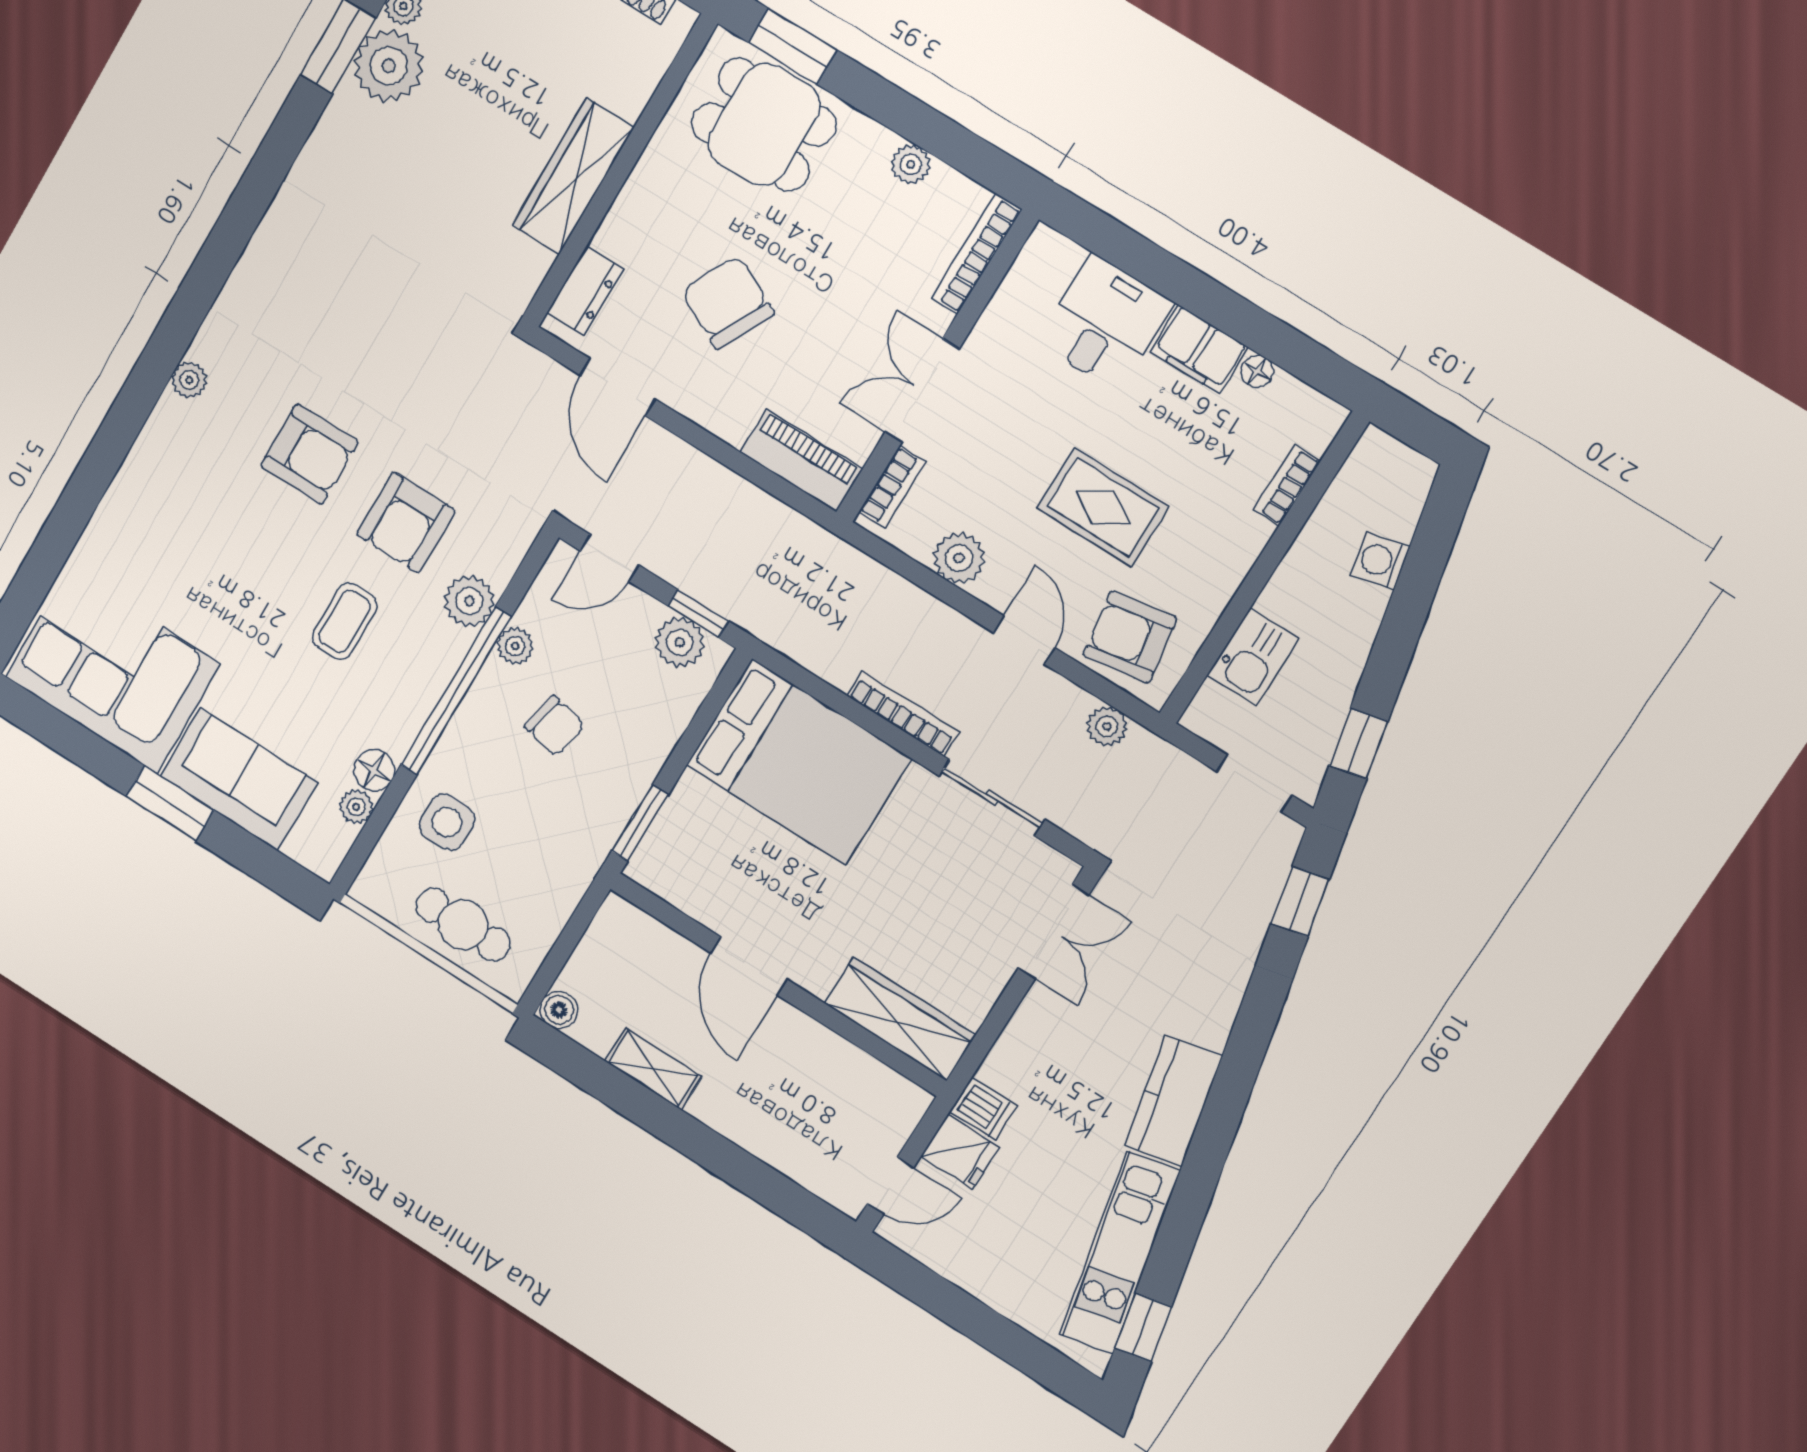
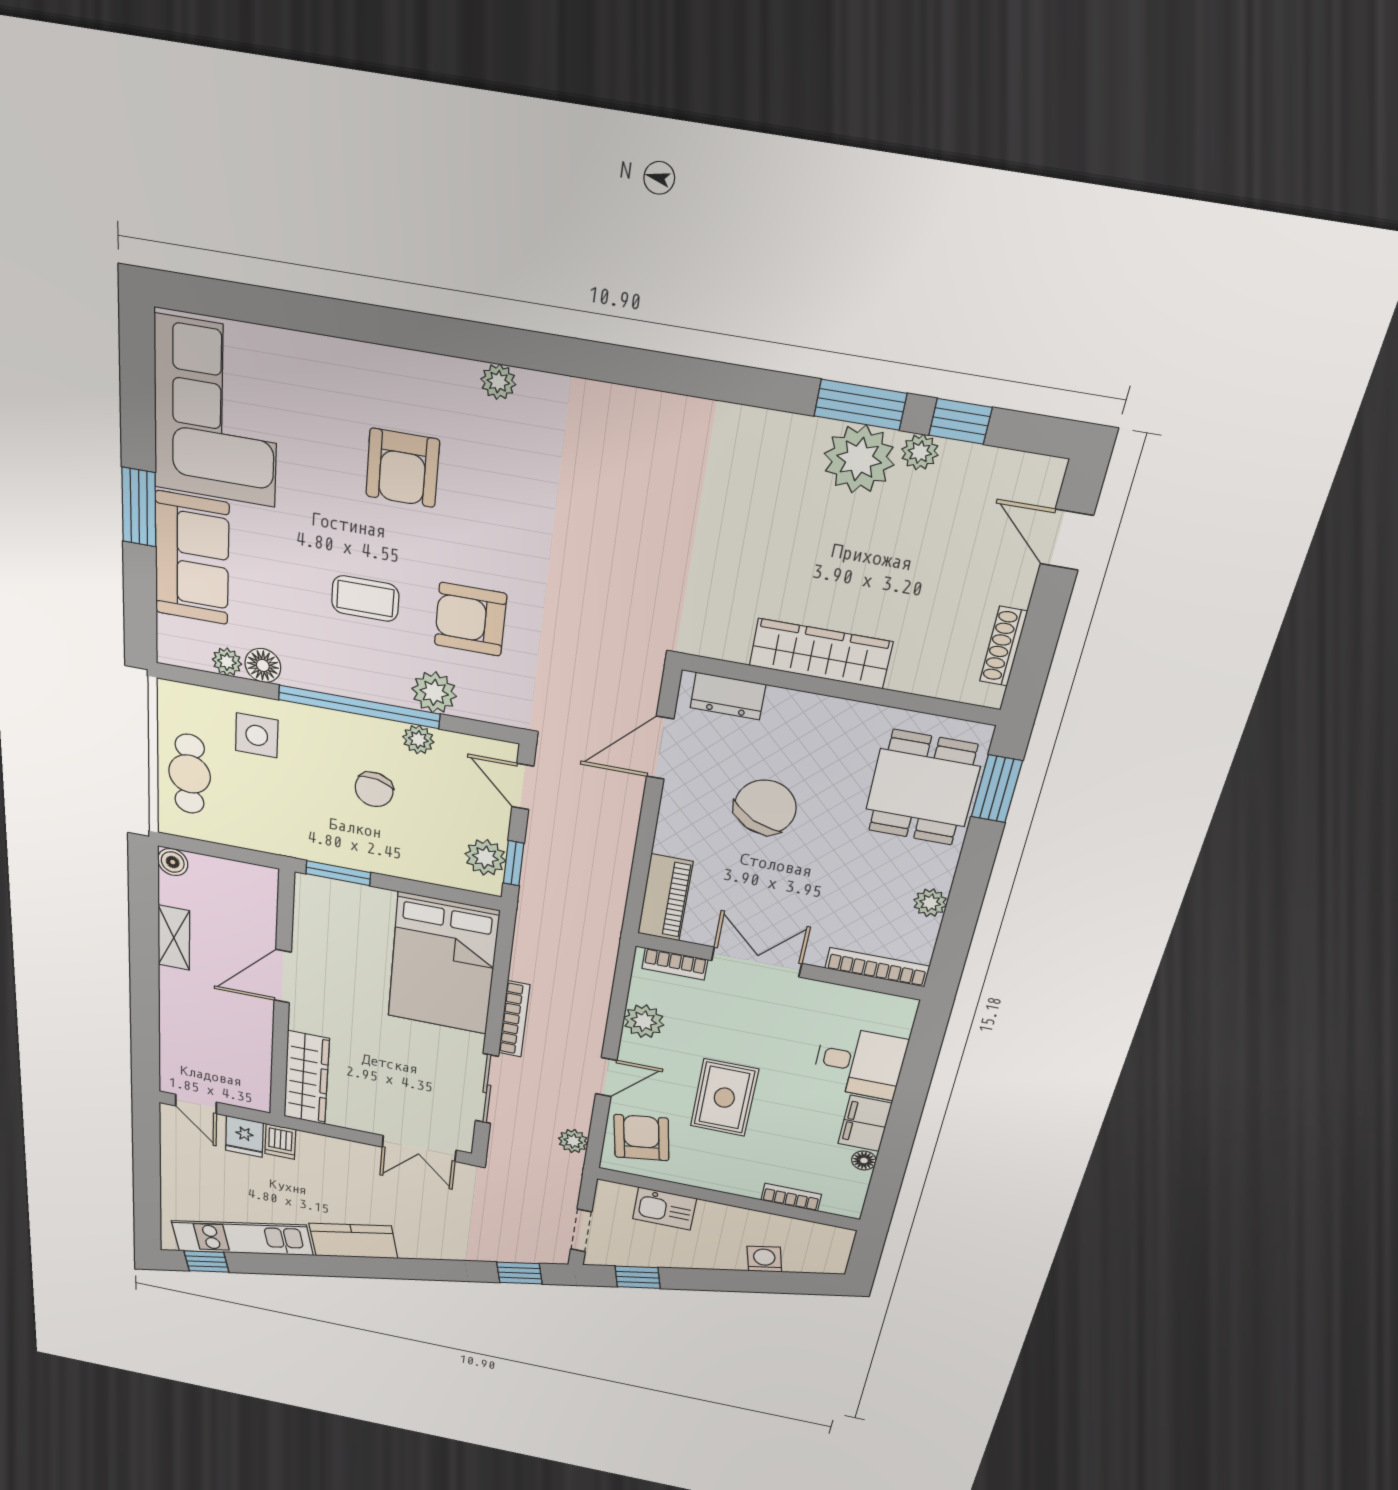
armchair: (309, 454) -> (403, 468), moved

